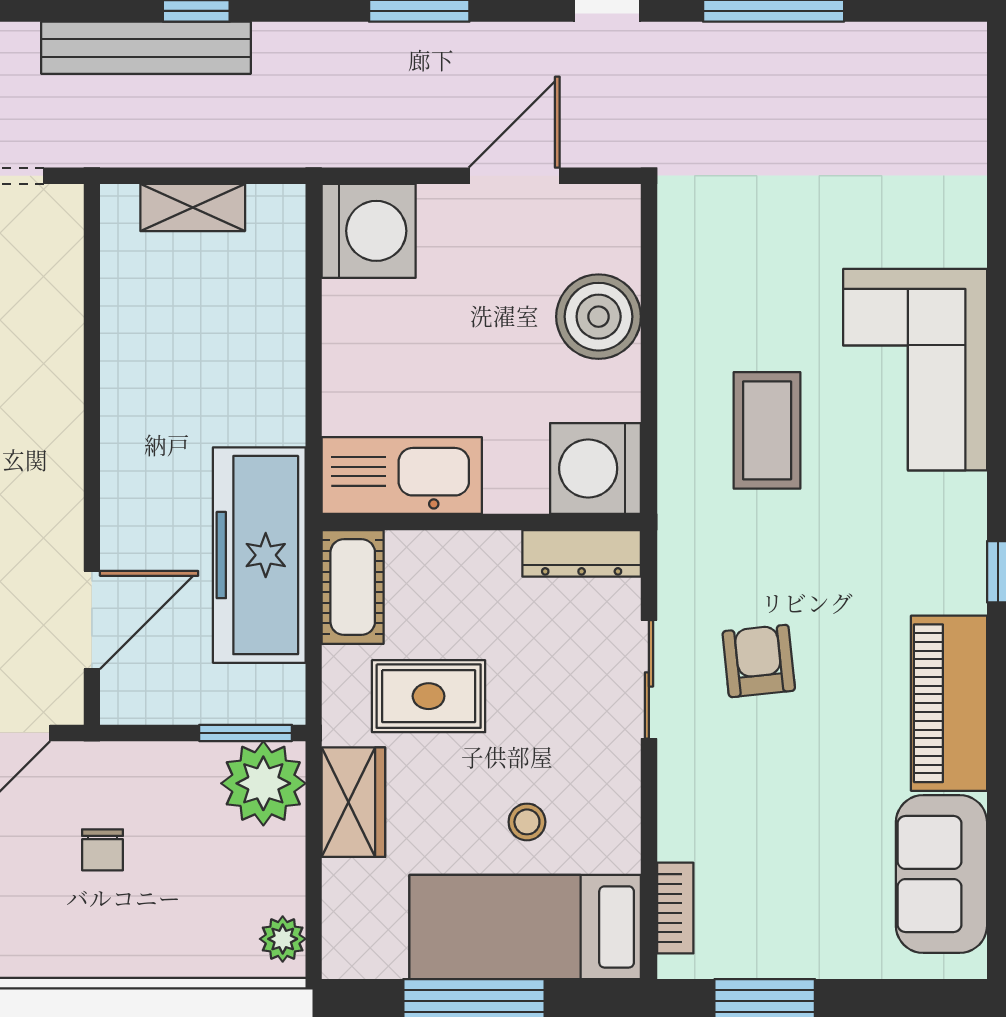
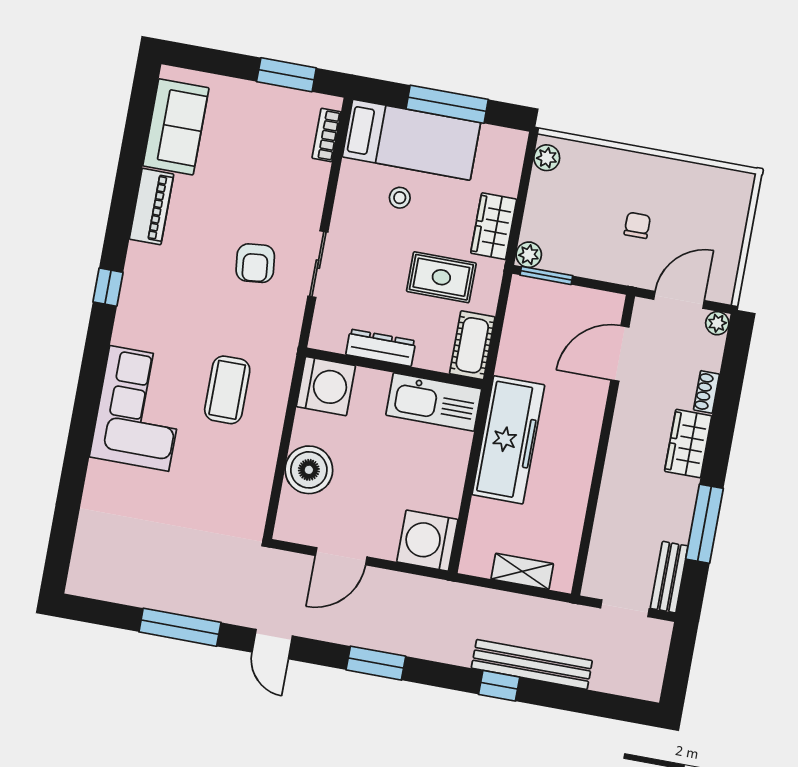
dresser: (582, 553) -> (381, 348), moved
freezer: (259, 555) -> (508, 440), moved
piano: (949, 703) -> (152, 207), width x0.73, depth x0.75
plant: (263, 783) -> (529, 255), width x0.53, depth x0.53

